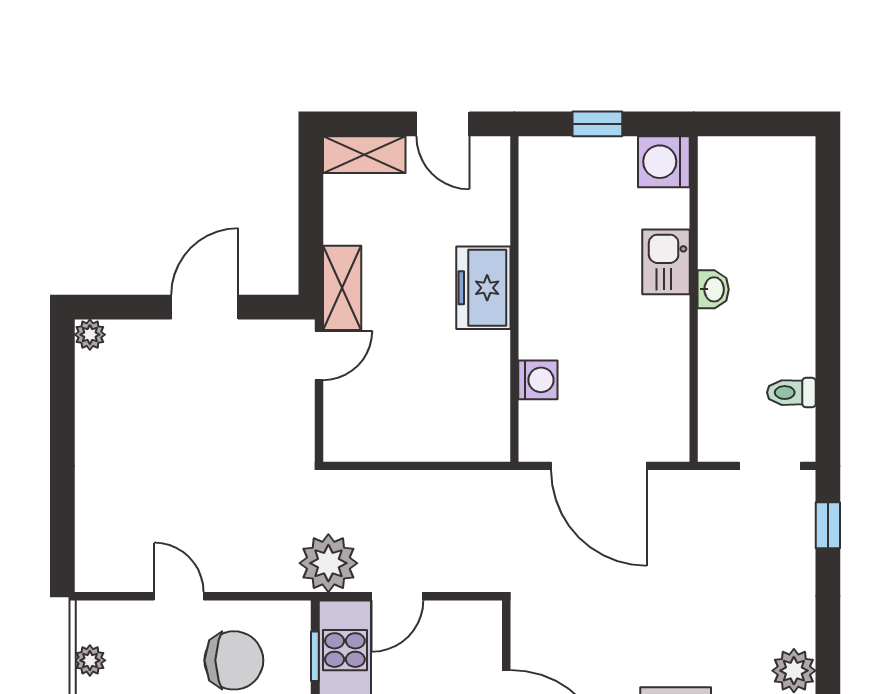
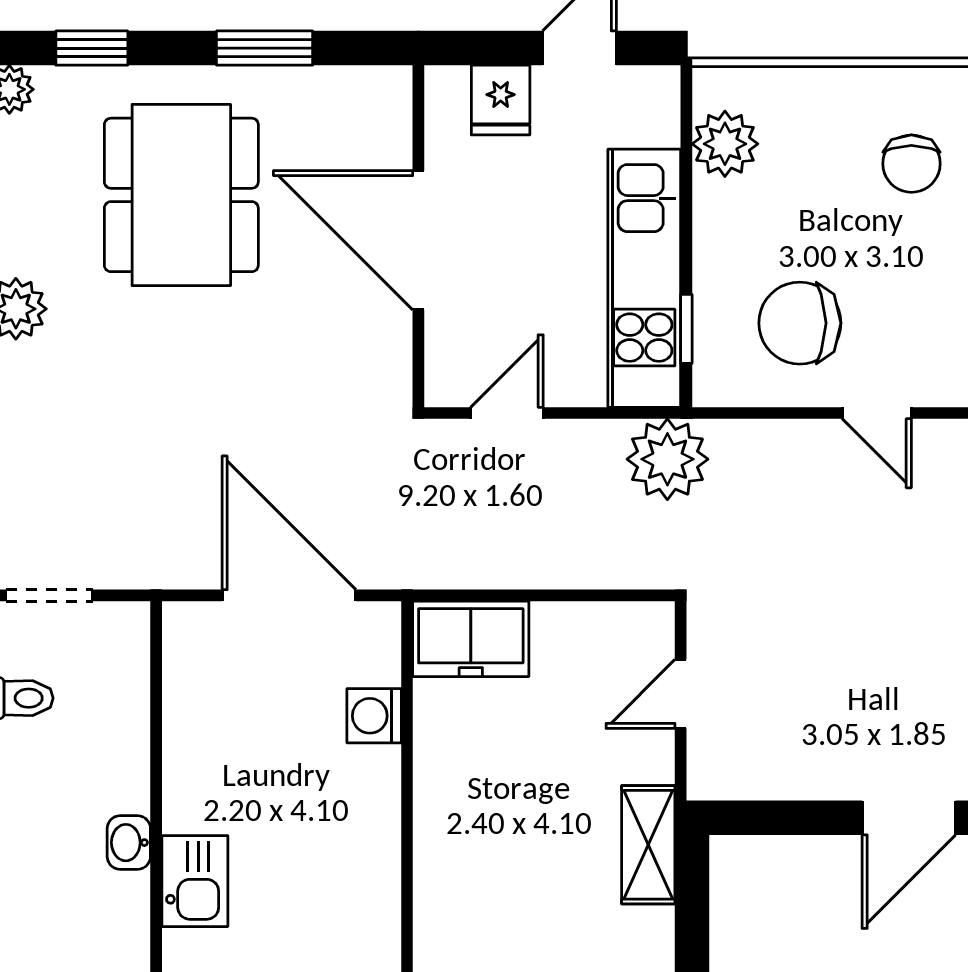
freezer: (483, 288) -> (471, 639), moved, turned 90
door: (205, 307) -> (909, 818), moved
door: (319, 355) -> (681, 694), moved
door: (397, 596) -> (507, 413), moved

